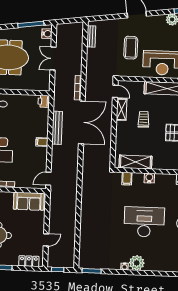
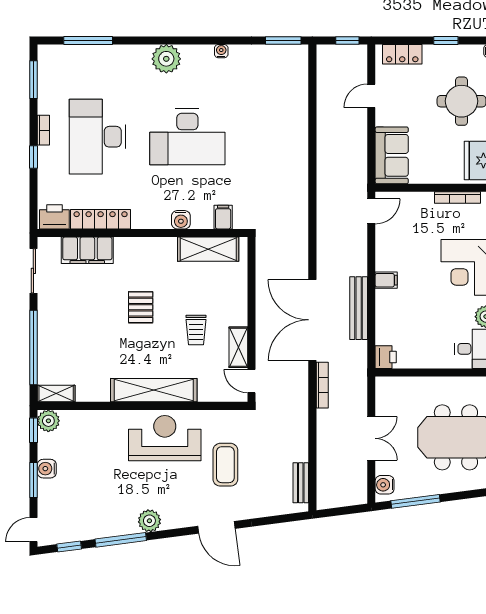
sofa: (29, 201) -> (392, 155), moved, turned 90
plant: (137, 263) -> (166, 59), moved

